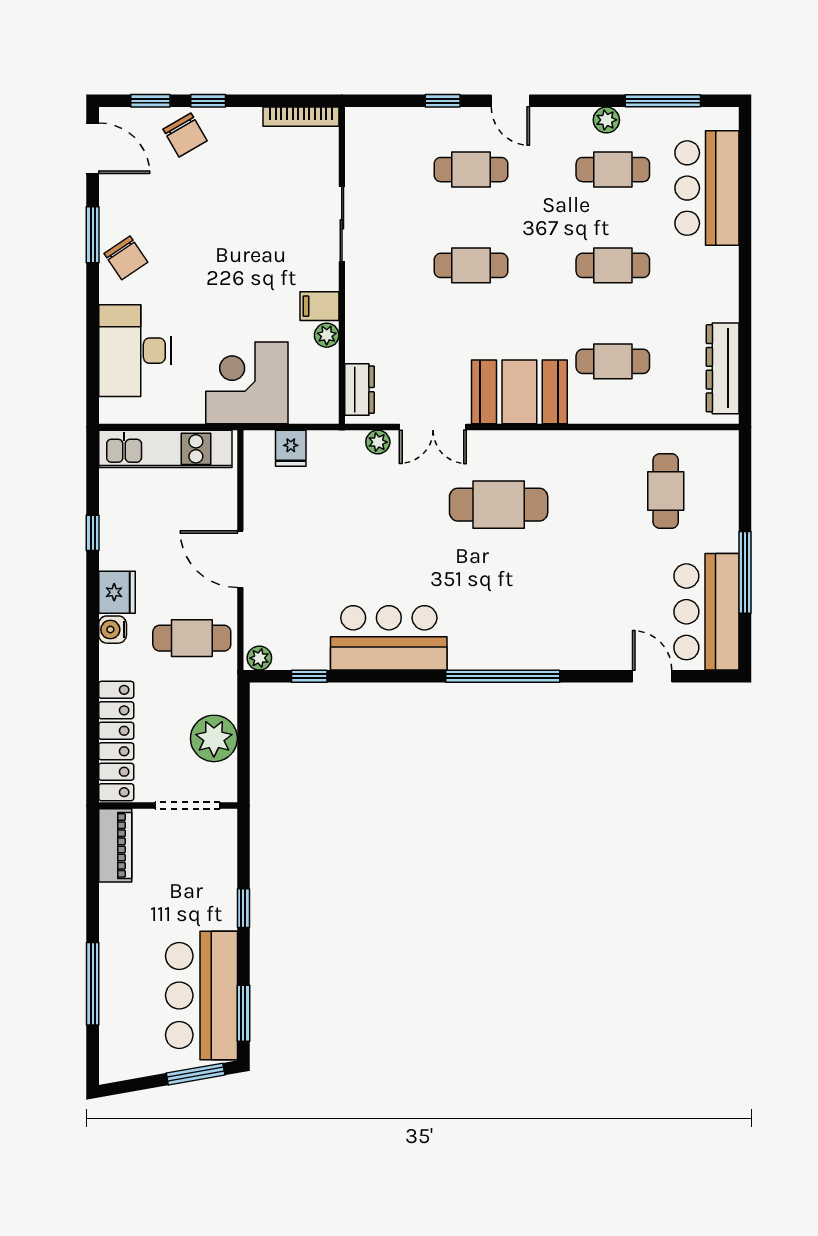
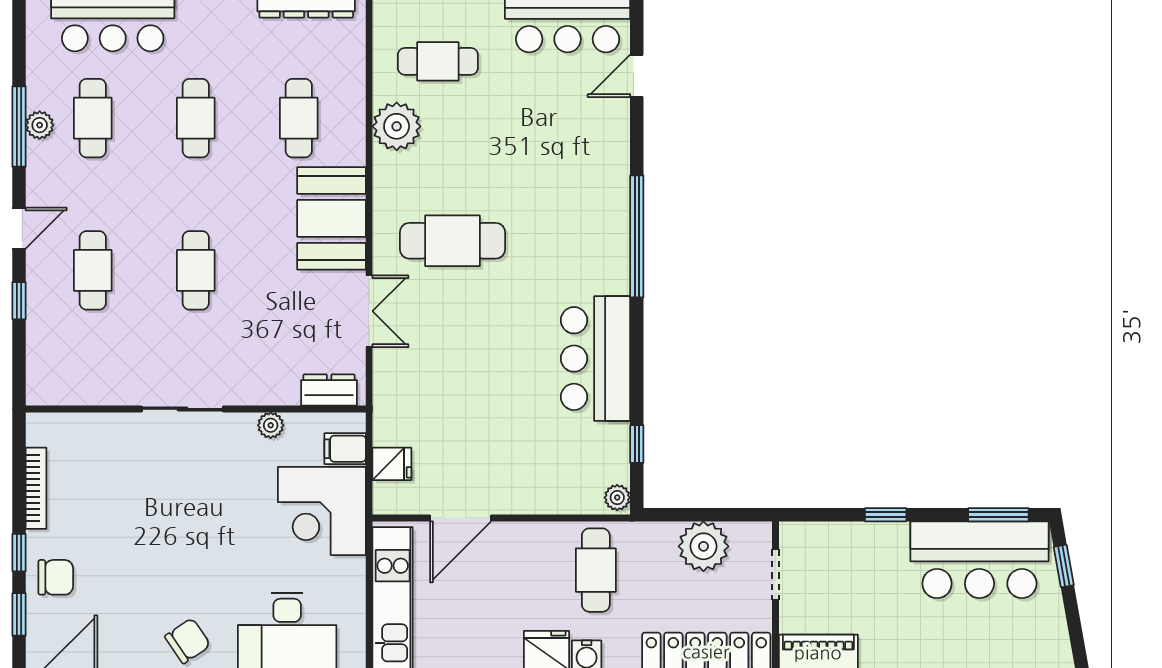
window: (663, 101) -> (19, 126), moved
bookcase: (301, 117) -> (36, 488), moved
chair: (185, 135) -> (56, 577), turned 30
sliding door: (342, 224) -> (182, 409), moved
filing cabinet: (319, 306) -> (345, 449), moved, turned 90
plant: (378, 442) -> (397, 126), moved, width x1.87, depth x1.87
cafe table: (499, 505) -> (452, 241), turned 90
door: (240, 559) -> (461, 518), moved
doorway: (187, 806) -> (776, 575), width x0.73
window: (196, 1074) -> (1064, 566), width x0.67

